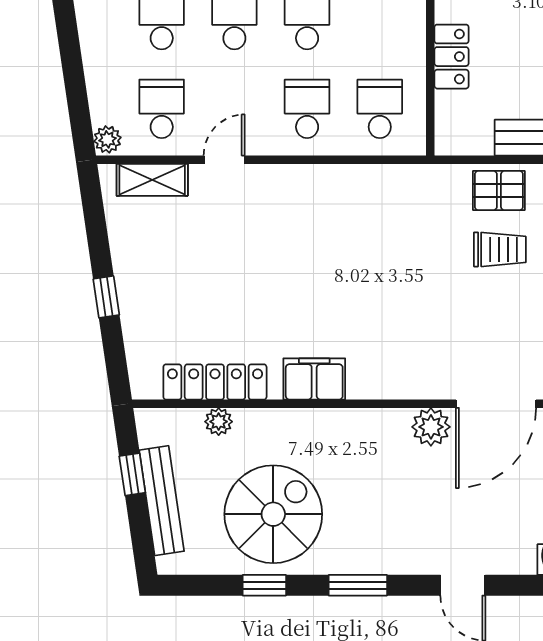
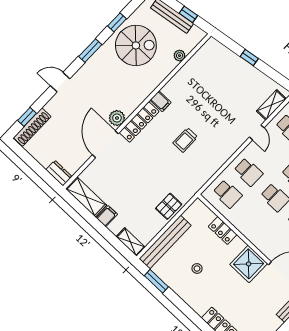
trolley: (500, 249) -> (185, 140), moved
filing cabinet: (314, 379) -> (160, 101), width x0.50
locker: (215, 382) -> (139, 122), moved
spiral stairs: (273, 514) -> (136, 45), turned -90

